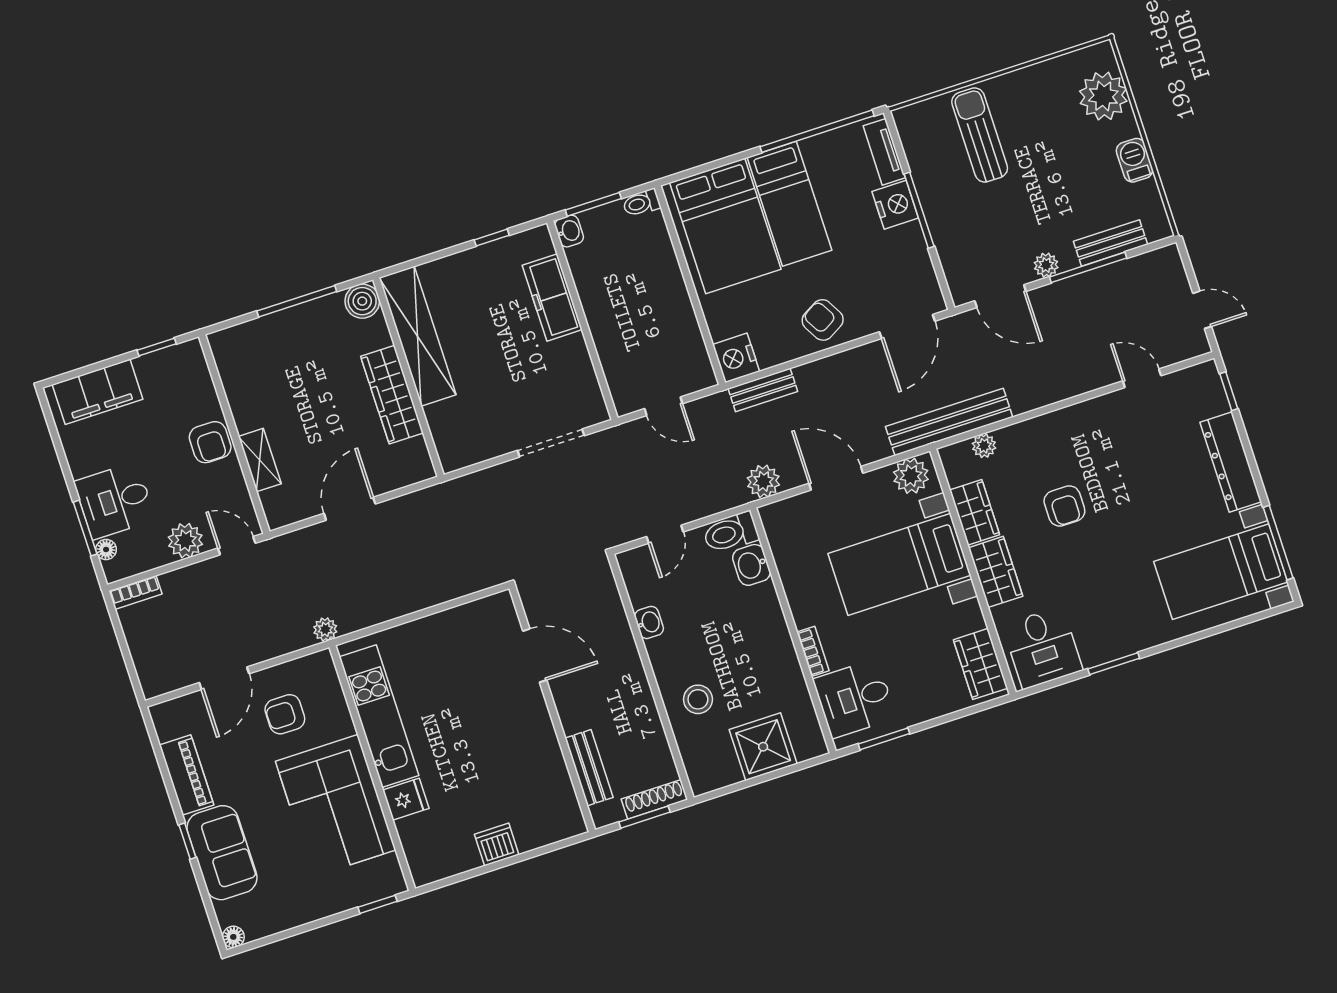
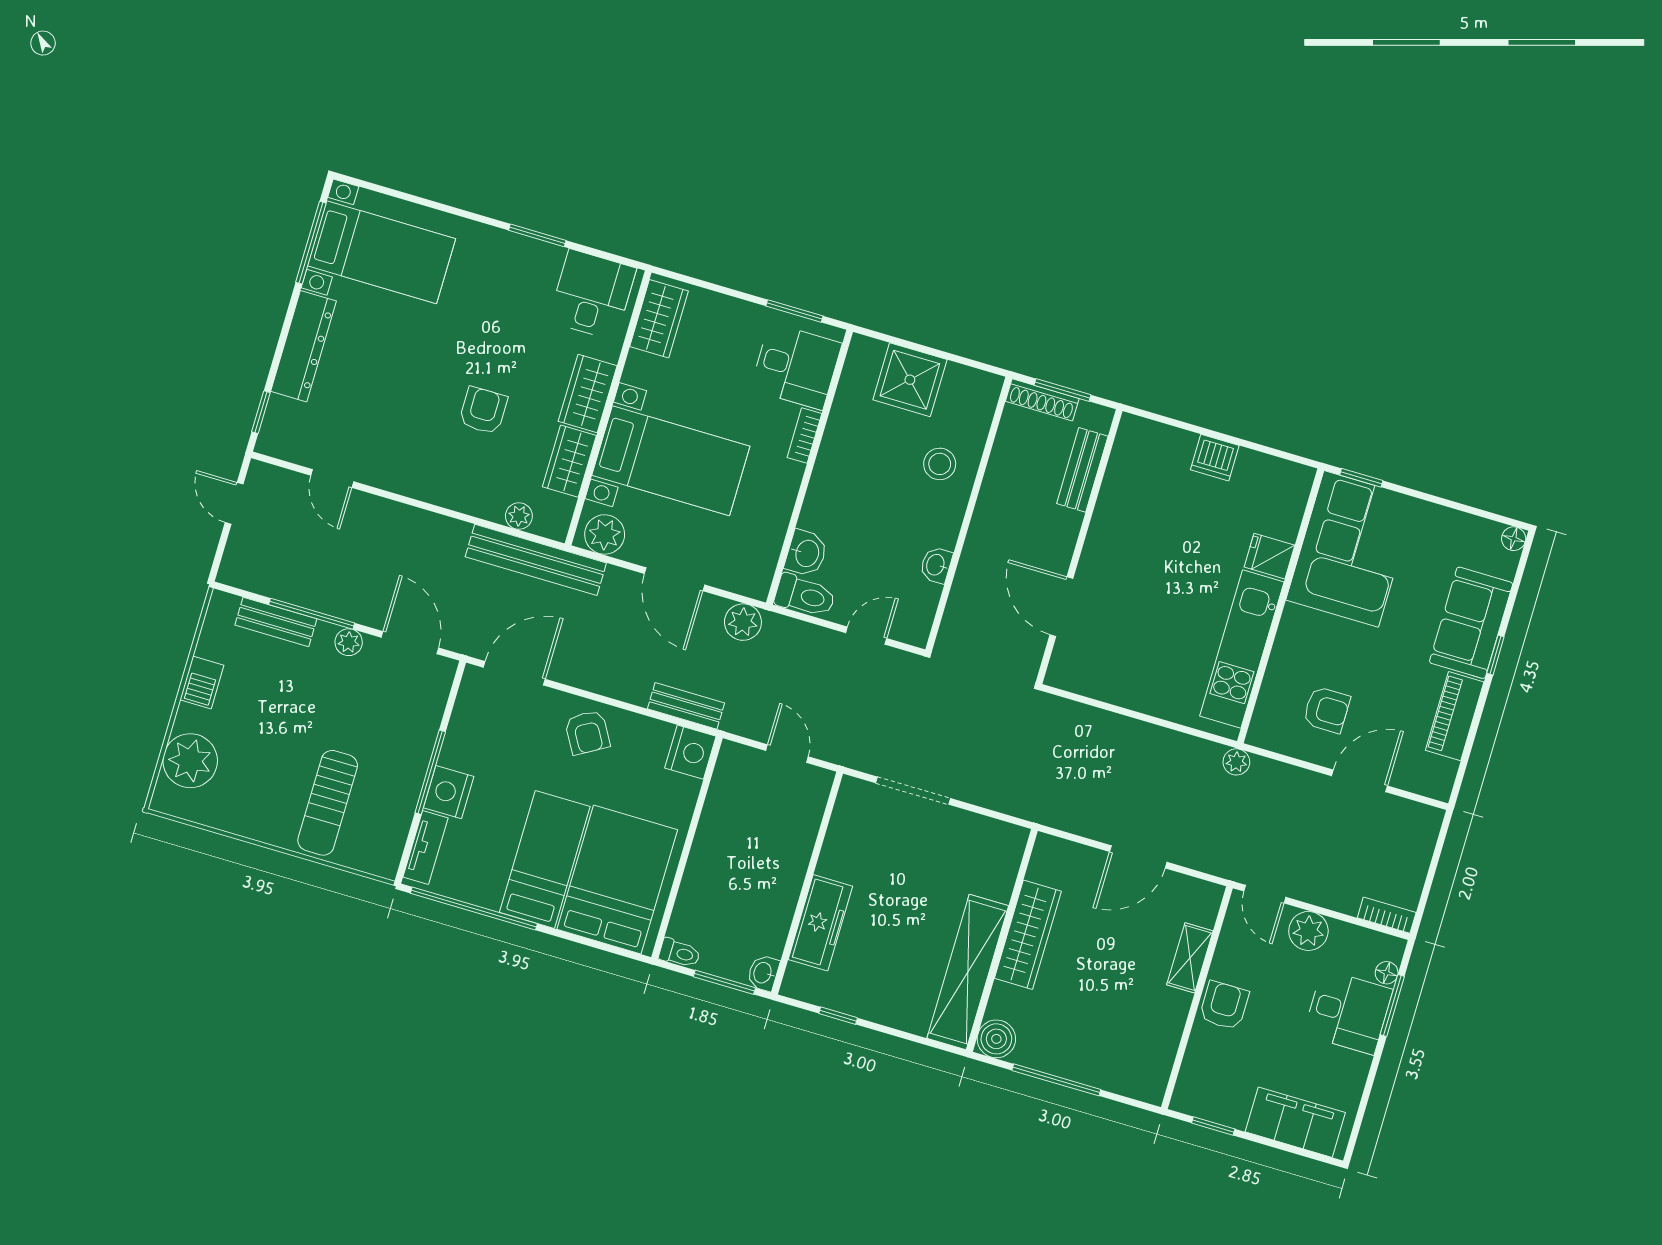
corner sofa: (336, 806) -> (1351, 549), moved

